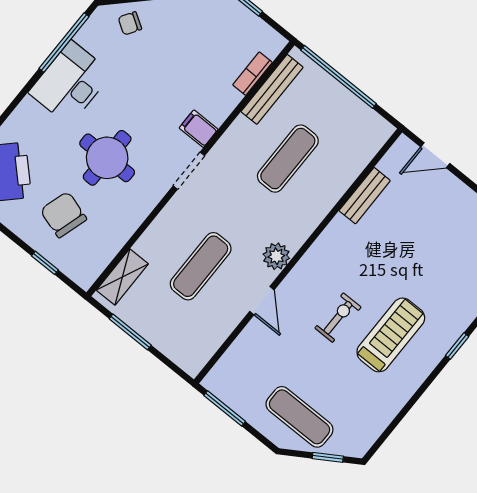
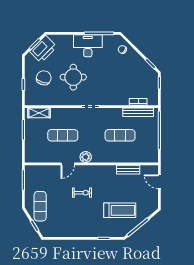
filing cabinet: (199, 129) -> (106, 99), removed
treadmill: (391, 335) -> (120, 210), moved

